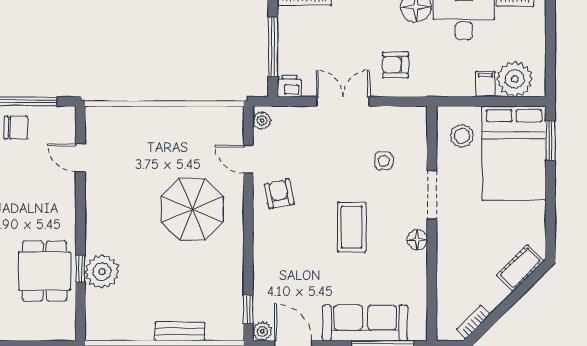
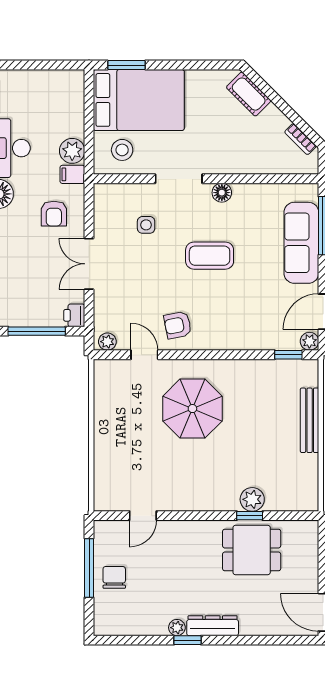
plant: (515, 79) -> (72, 151), moved, width x0.73, depth x0.73
filing cabinet: (485, 84) -> (72, 174), moved
door: (248, 159) -> (144, 355), swing flipped
plant: (102, 272) -> (252, 499), width x0.73, depth x0.73
bench: (180, 331) -> (310, 420), width x1.36

